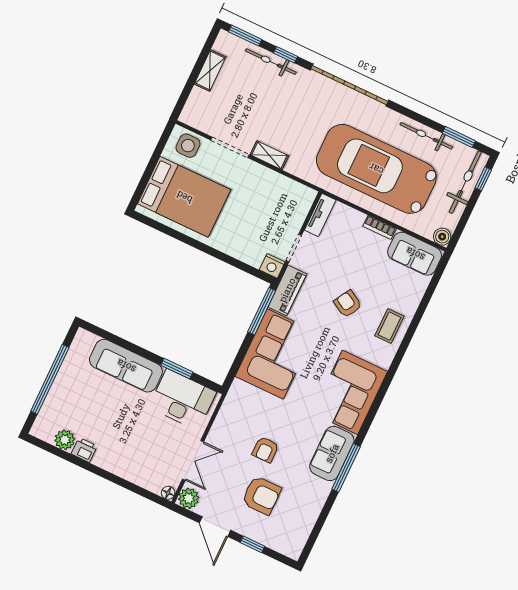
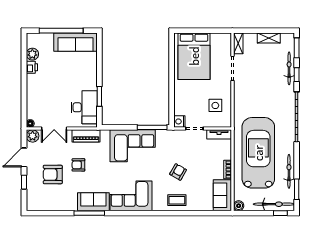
side table: (188, 146) -> (215, 105), moved
shelving: (269, 155) -> (238, 43), moved
piano: (287, 290) -> (86, 136), moved
sofa: (126, 366) -> (76, 42), moved, turned -90
armchair: (261, 495) -> (53, 174), turned 90

